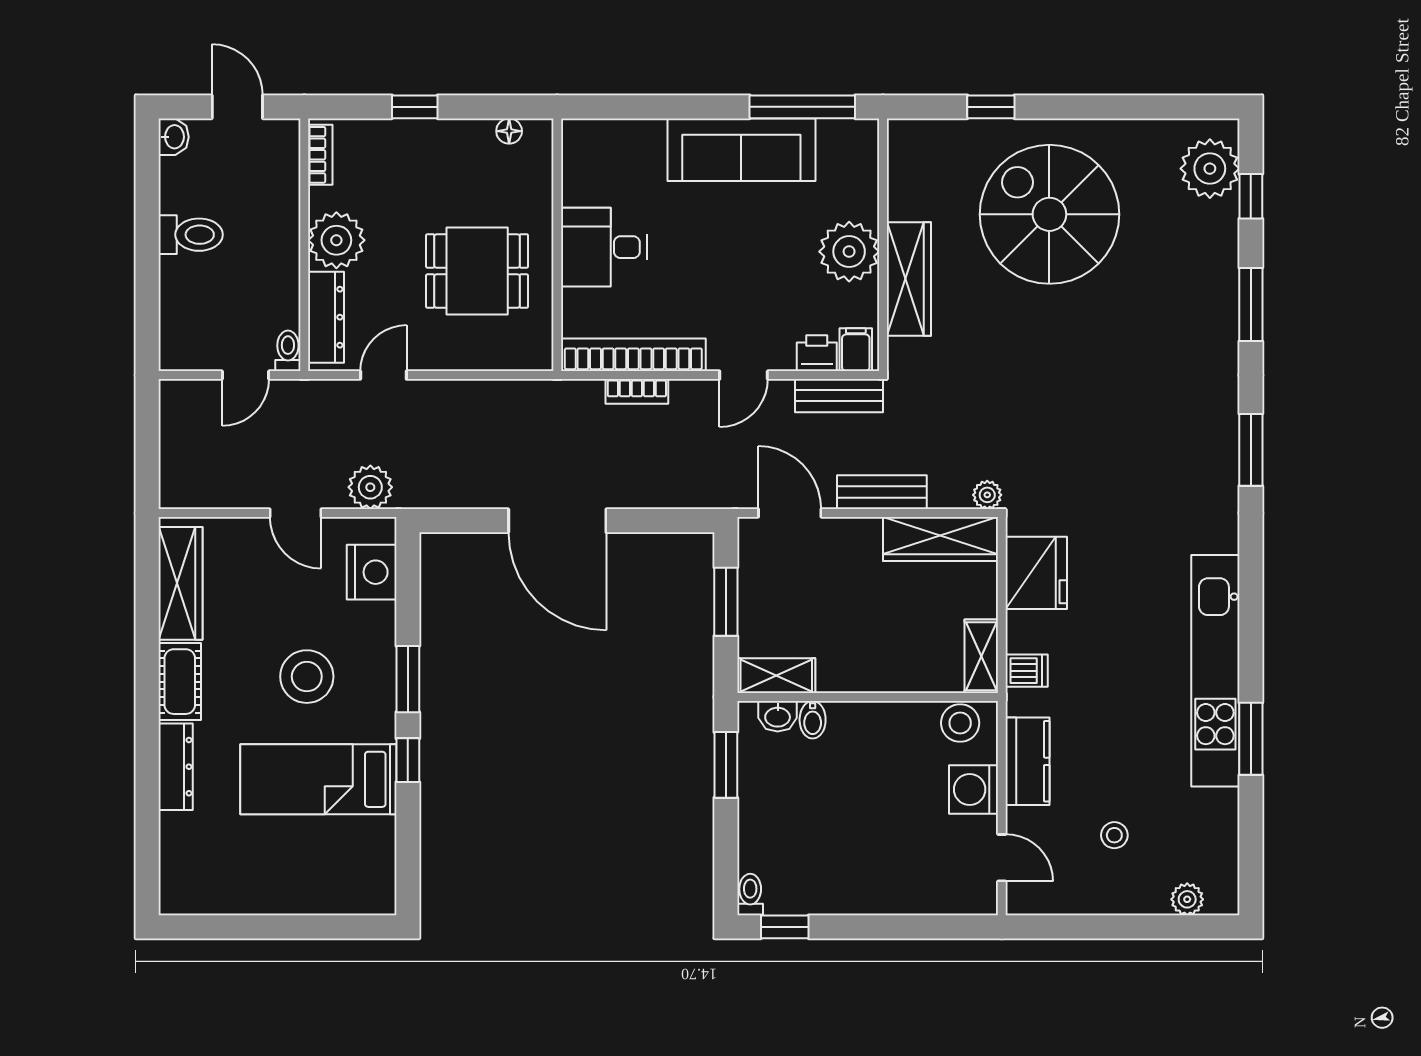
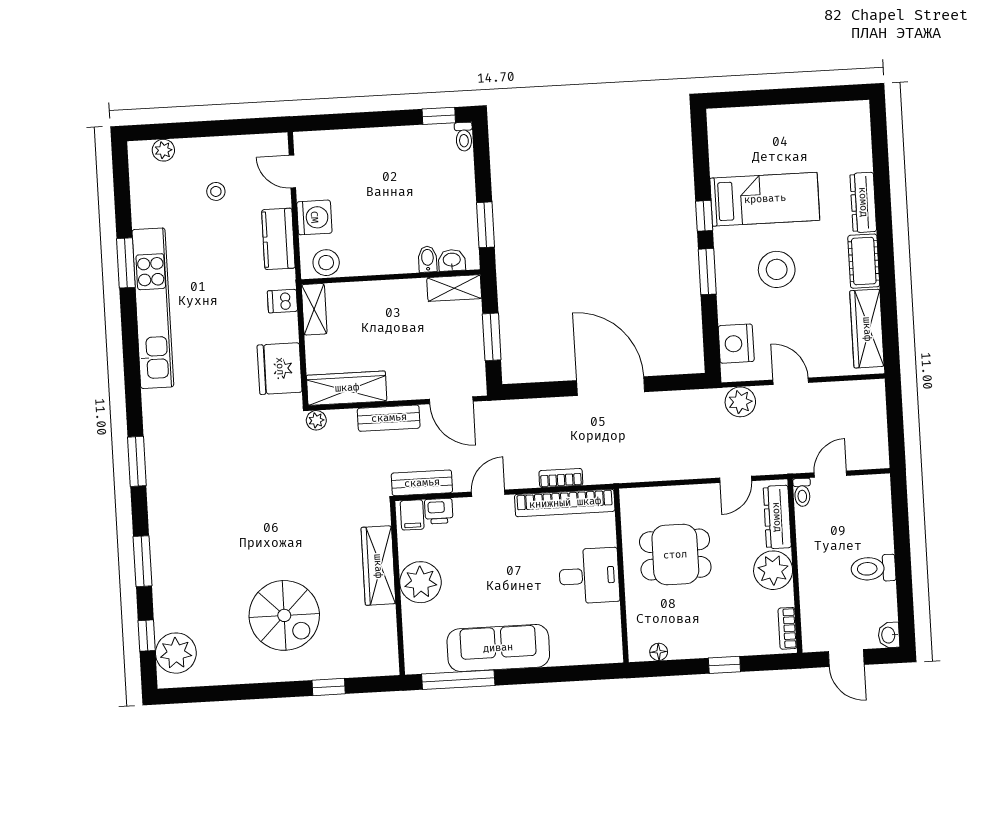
spiral stairs: (1049, 214) -> (284, 615), width x0.73, depth x0.73

